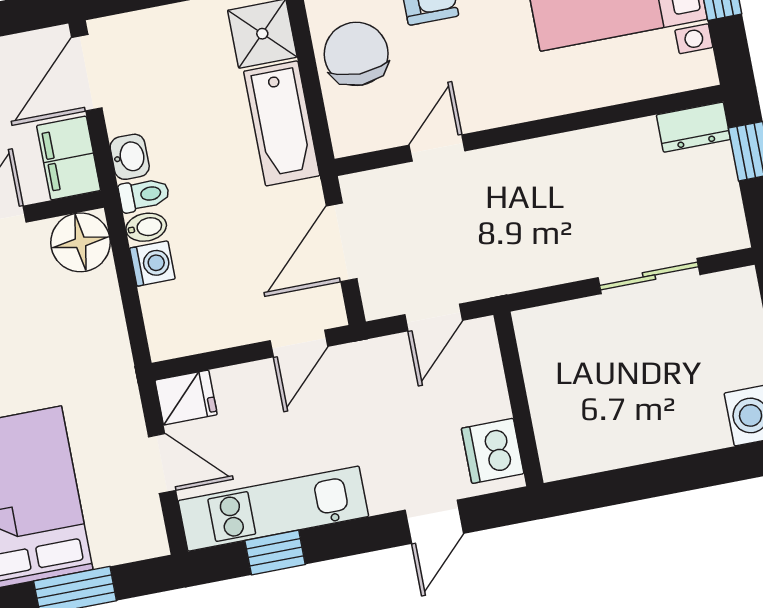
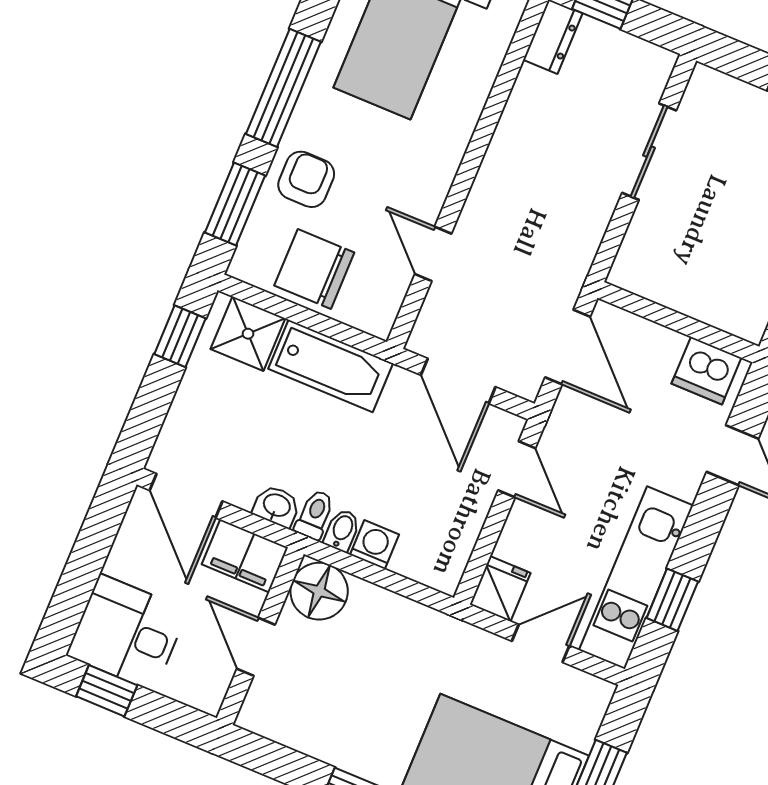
door: (434, 318) -> (568, 347), width x1.38

